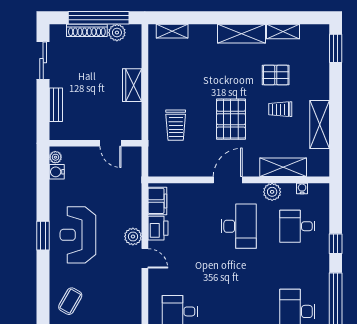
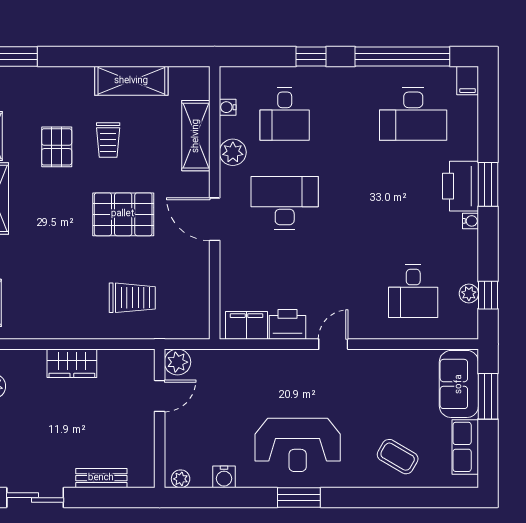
water cooler: (57, 172) -> (224, 477), moved
plant: (133, 236) -> (177, 362), moved

